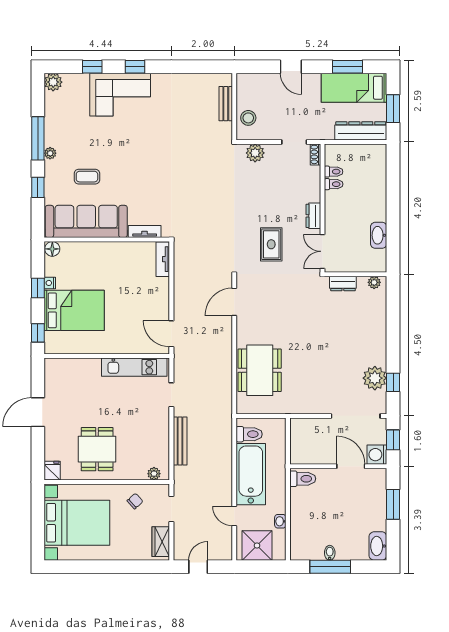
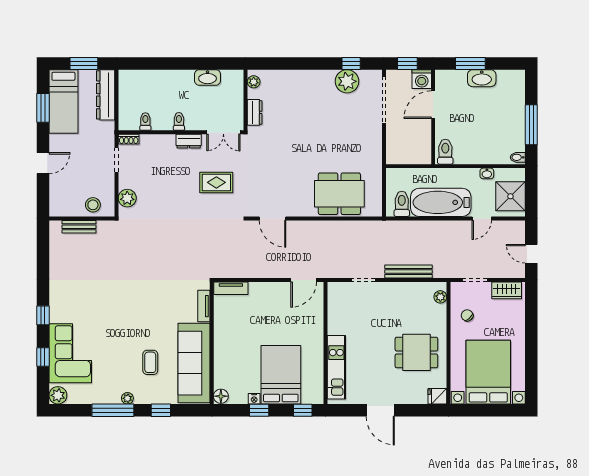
corner sofa: (120, 95) -> (70, 353), moved
toilet: (334, 184) -> (179, 121), moved
kitchen unit: (134, 367) -> (336, 367), moved
washbasin: (378, 546) -> (482, 78), moved
bidet: (330, 553) -> (518, 157), moved

